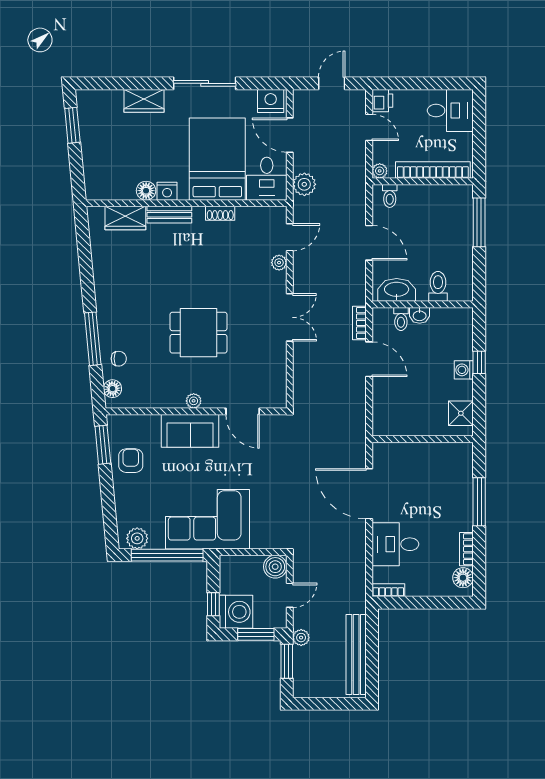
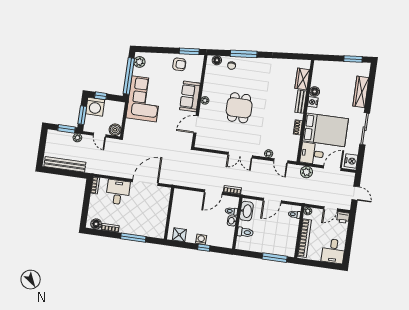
wardrobe: (144, 101) -> (361, 92), width x1.50

